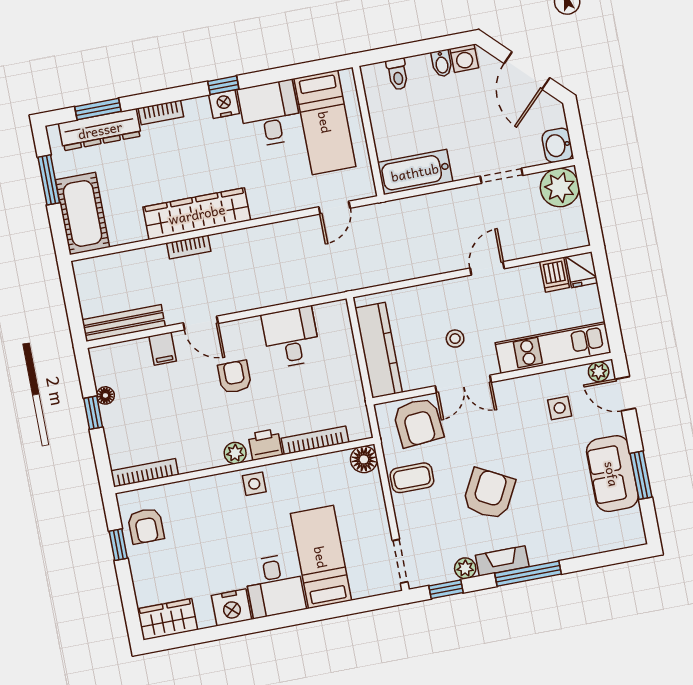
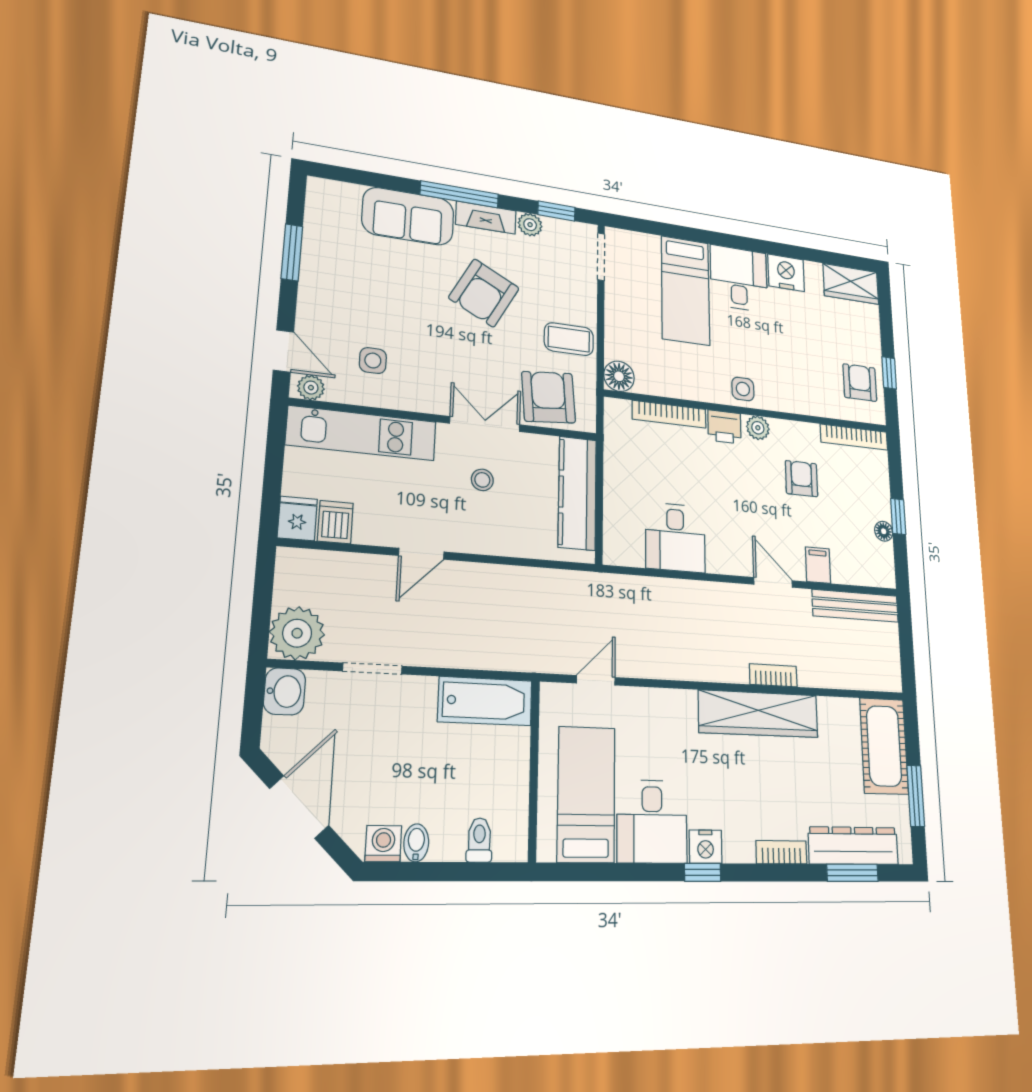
armchair: (235, 377) -> (802, 479), moved, turned 180
sofa: (612, 474) -> (408, 216), moved, turned 90

